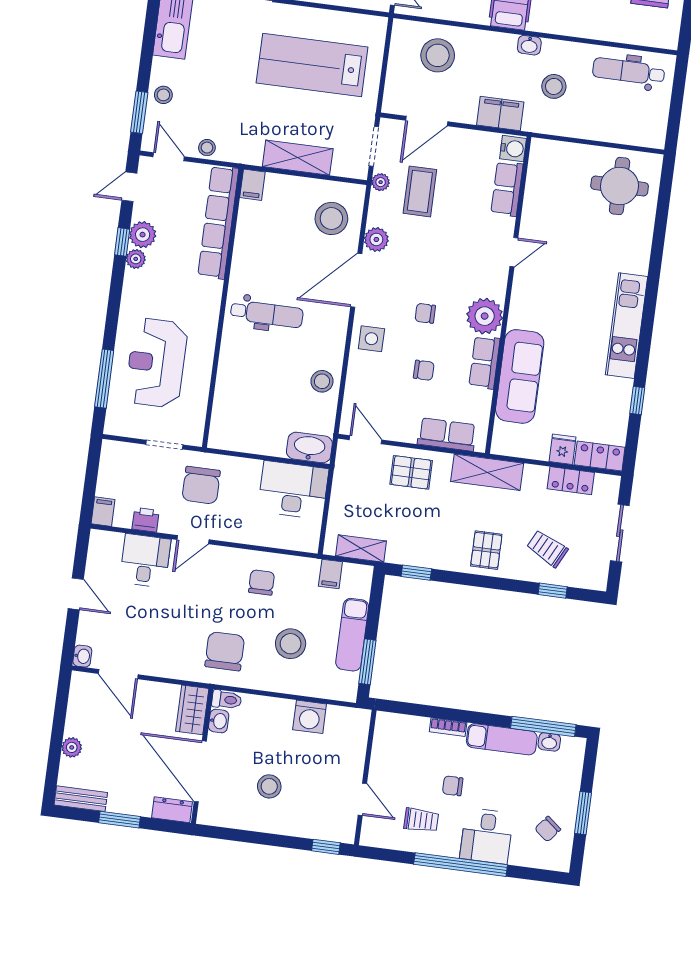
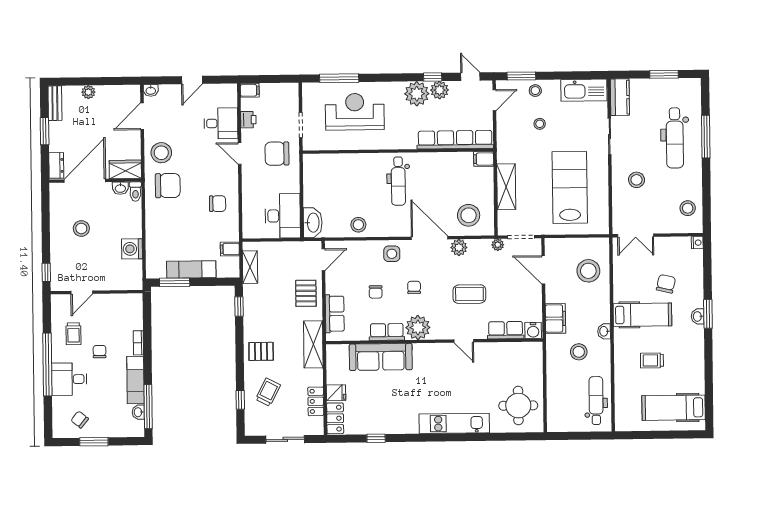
stool: (207, 148) -> (540, 124), moved
coffee table: (420, 191) -> (469, 294), moved
plant: (136, 259) -> (417, 94), width x1.88, depth x1.88
kitchen unit: (627, 326) -> (454, 423), moved
stool: (291, 644) -> (161, 153), moved

